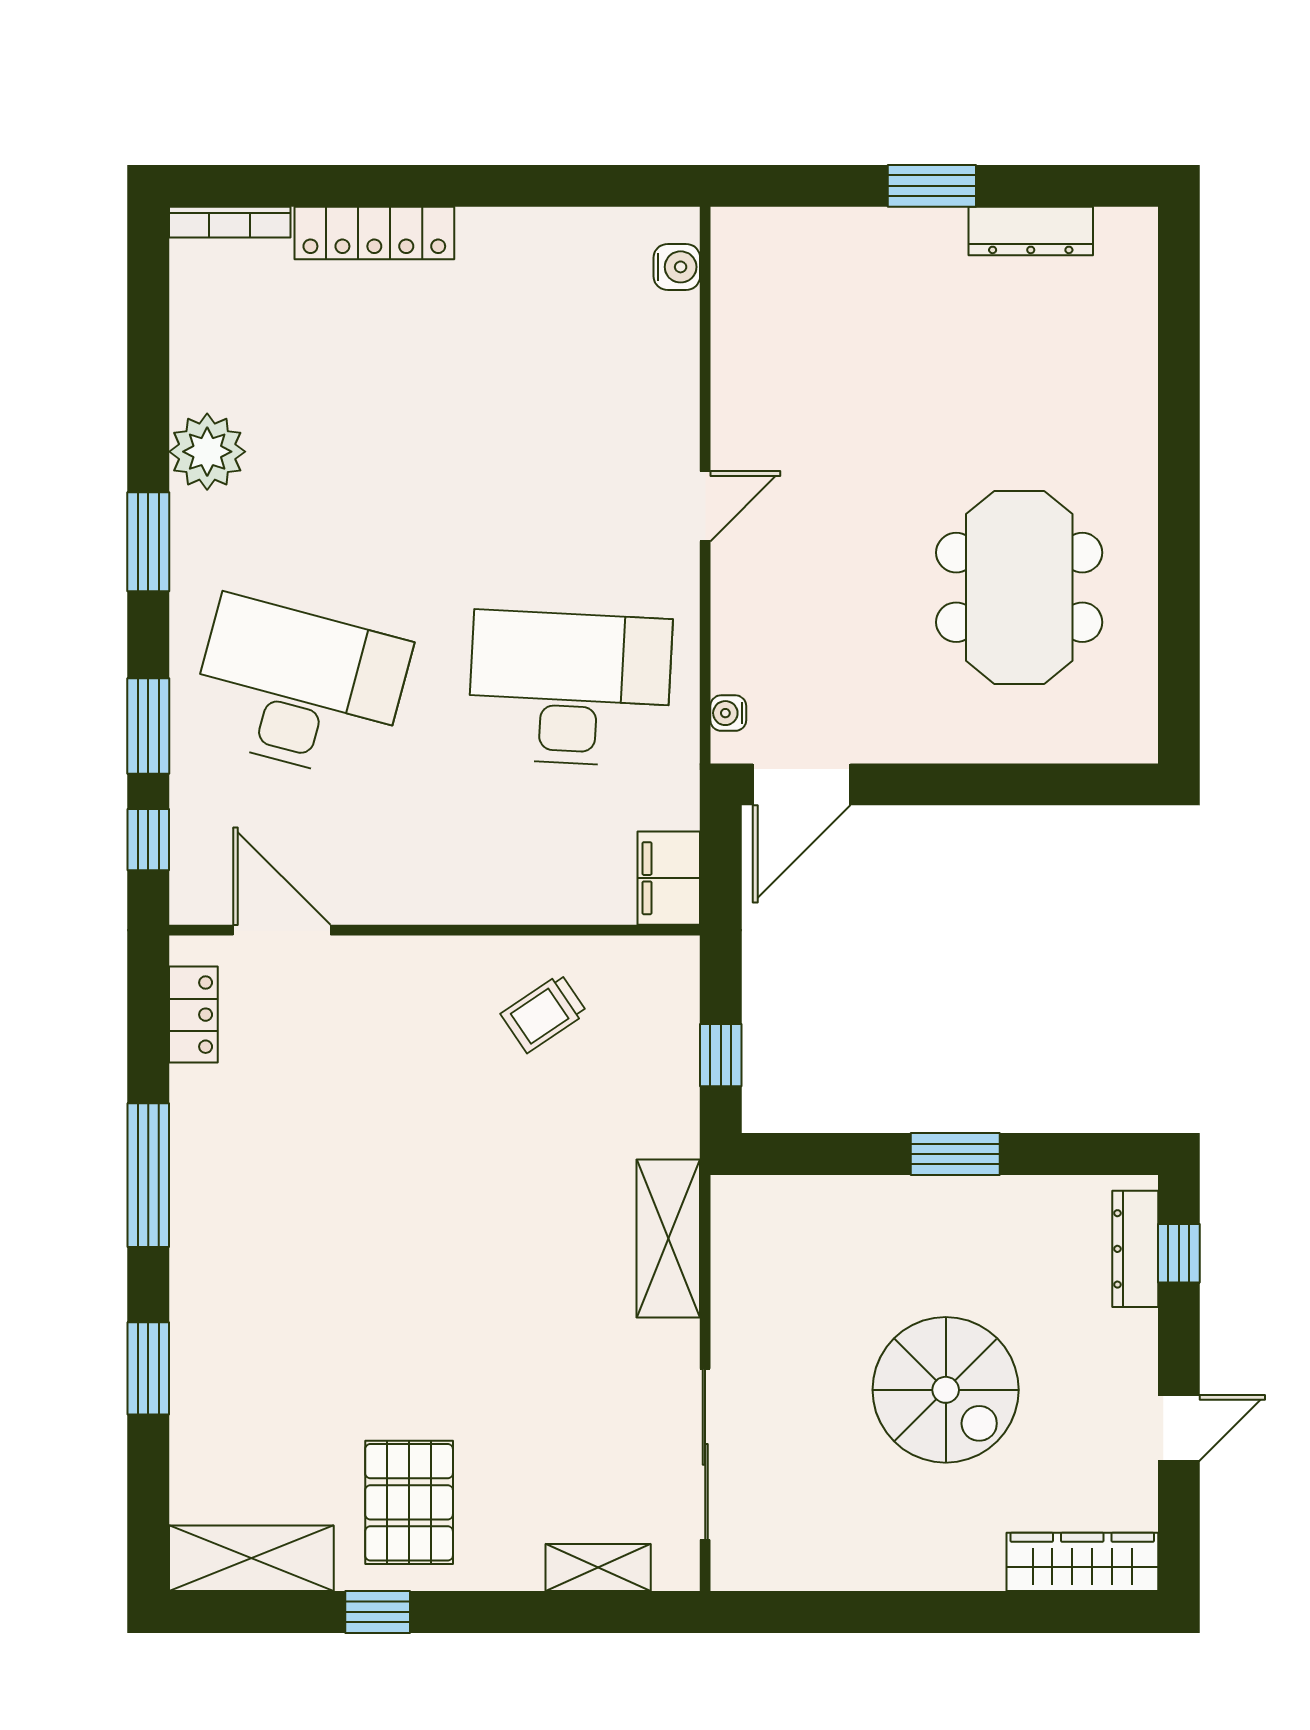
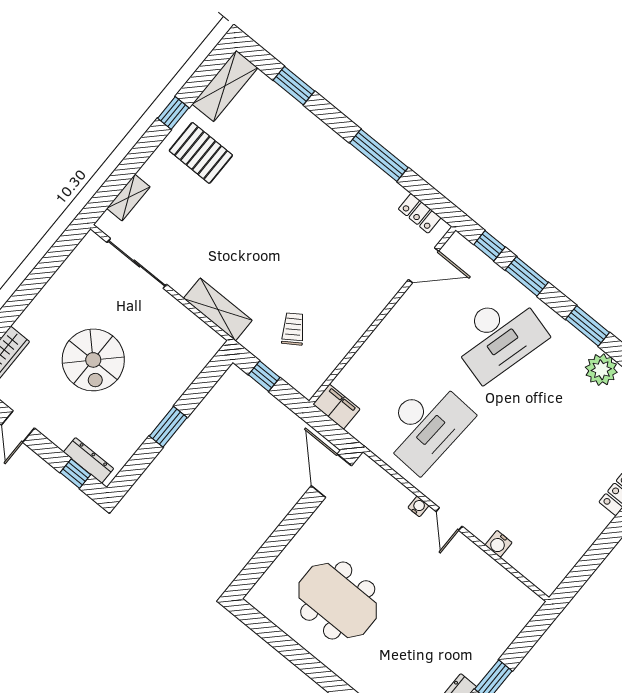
water cooler: (677, 267) -> (498, 544), moved
water cooler: (728, 713) -> (418, 506), moved
trolley: (544, 1013) -> (293, 329), moved
window: (148, 1368) -> (294, 86), moved
spiral stairs: (946, 1390) -> (93, 360), turned -90

